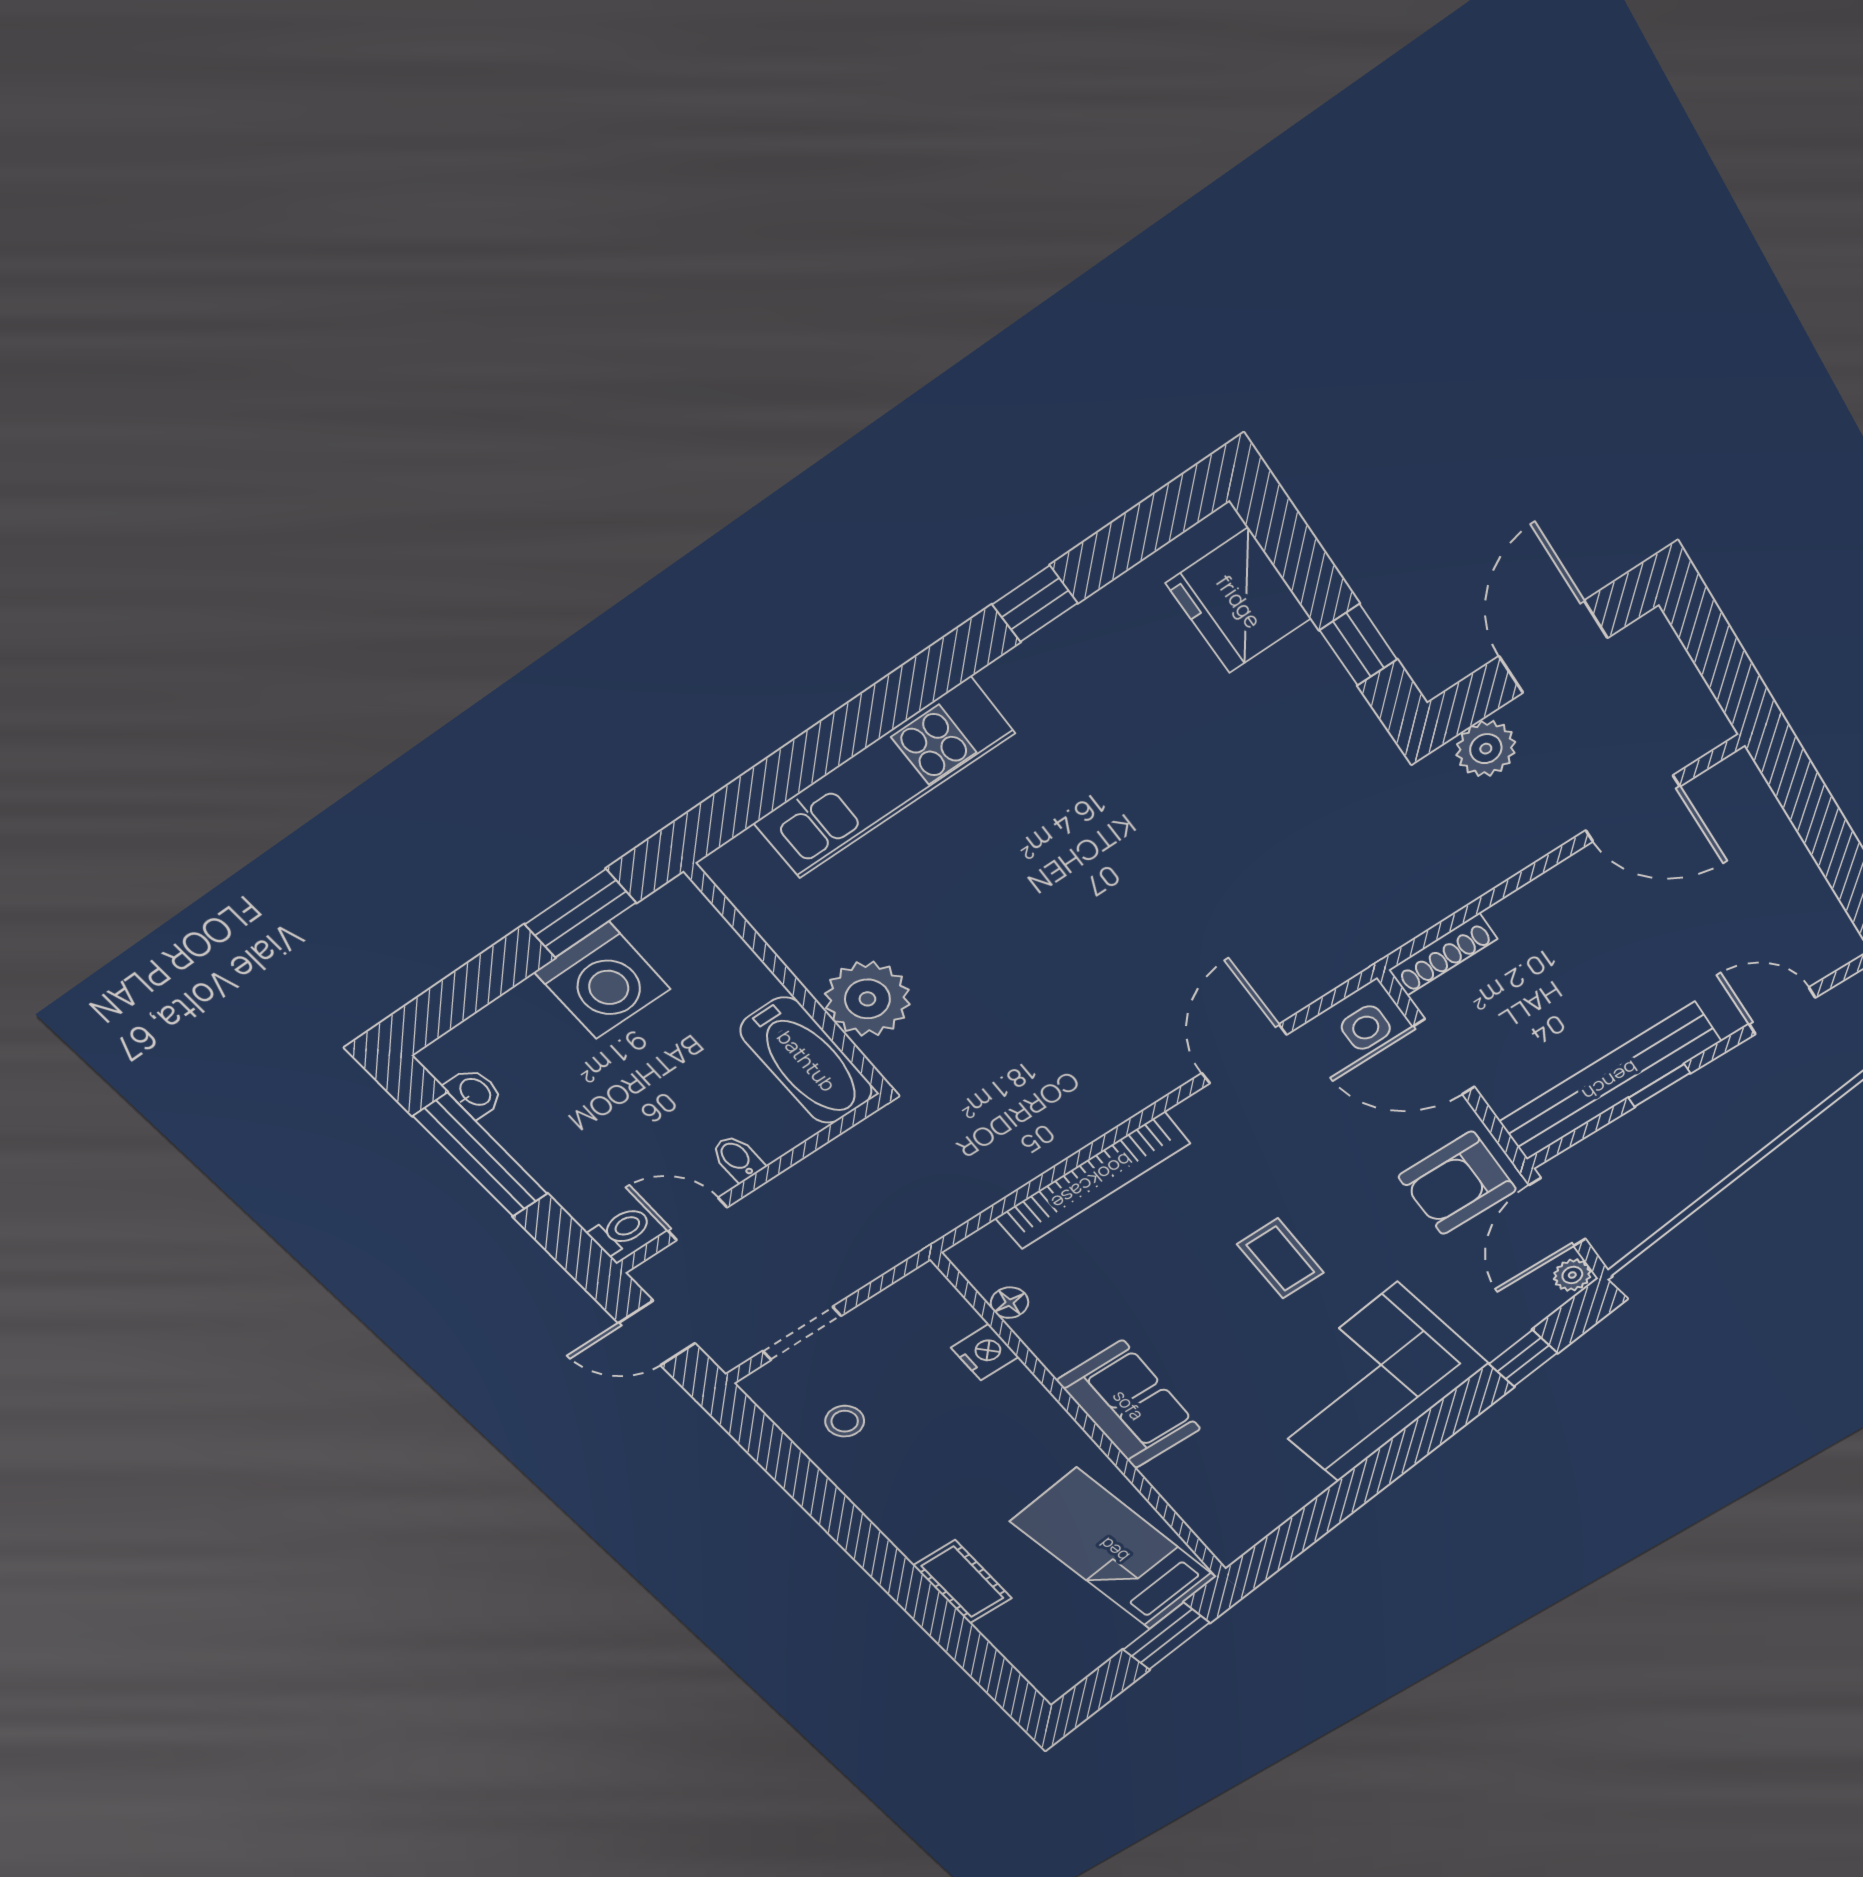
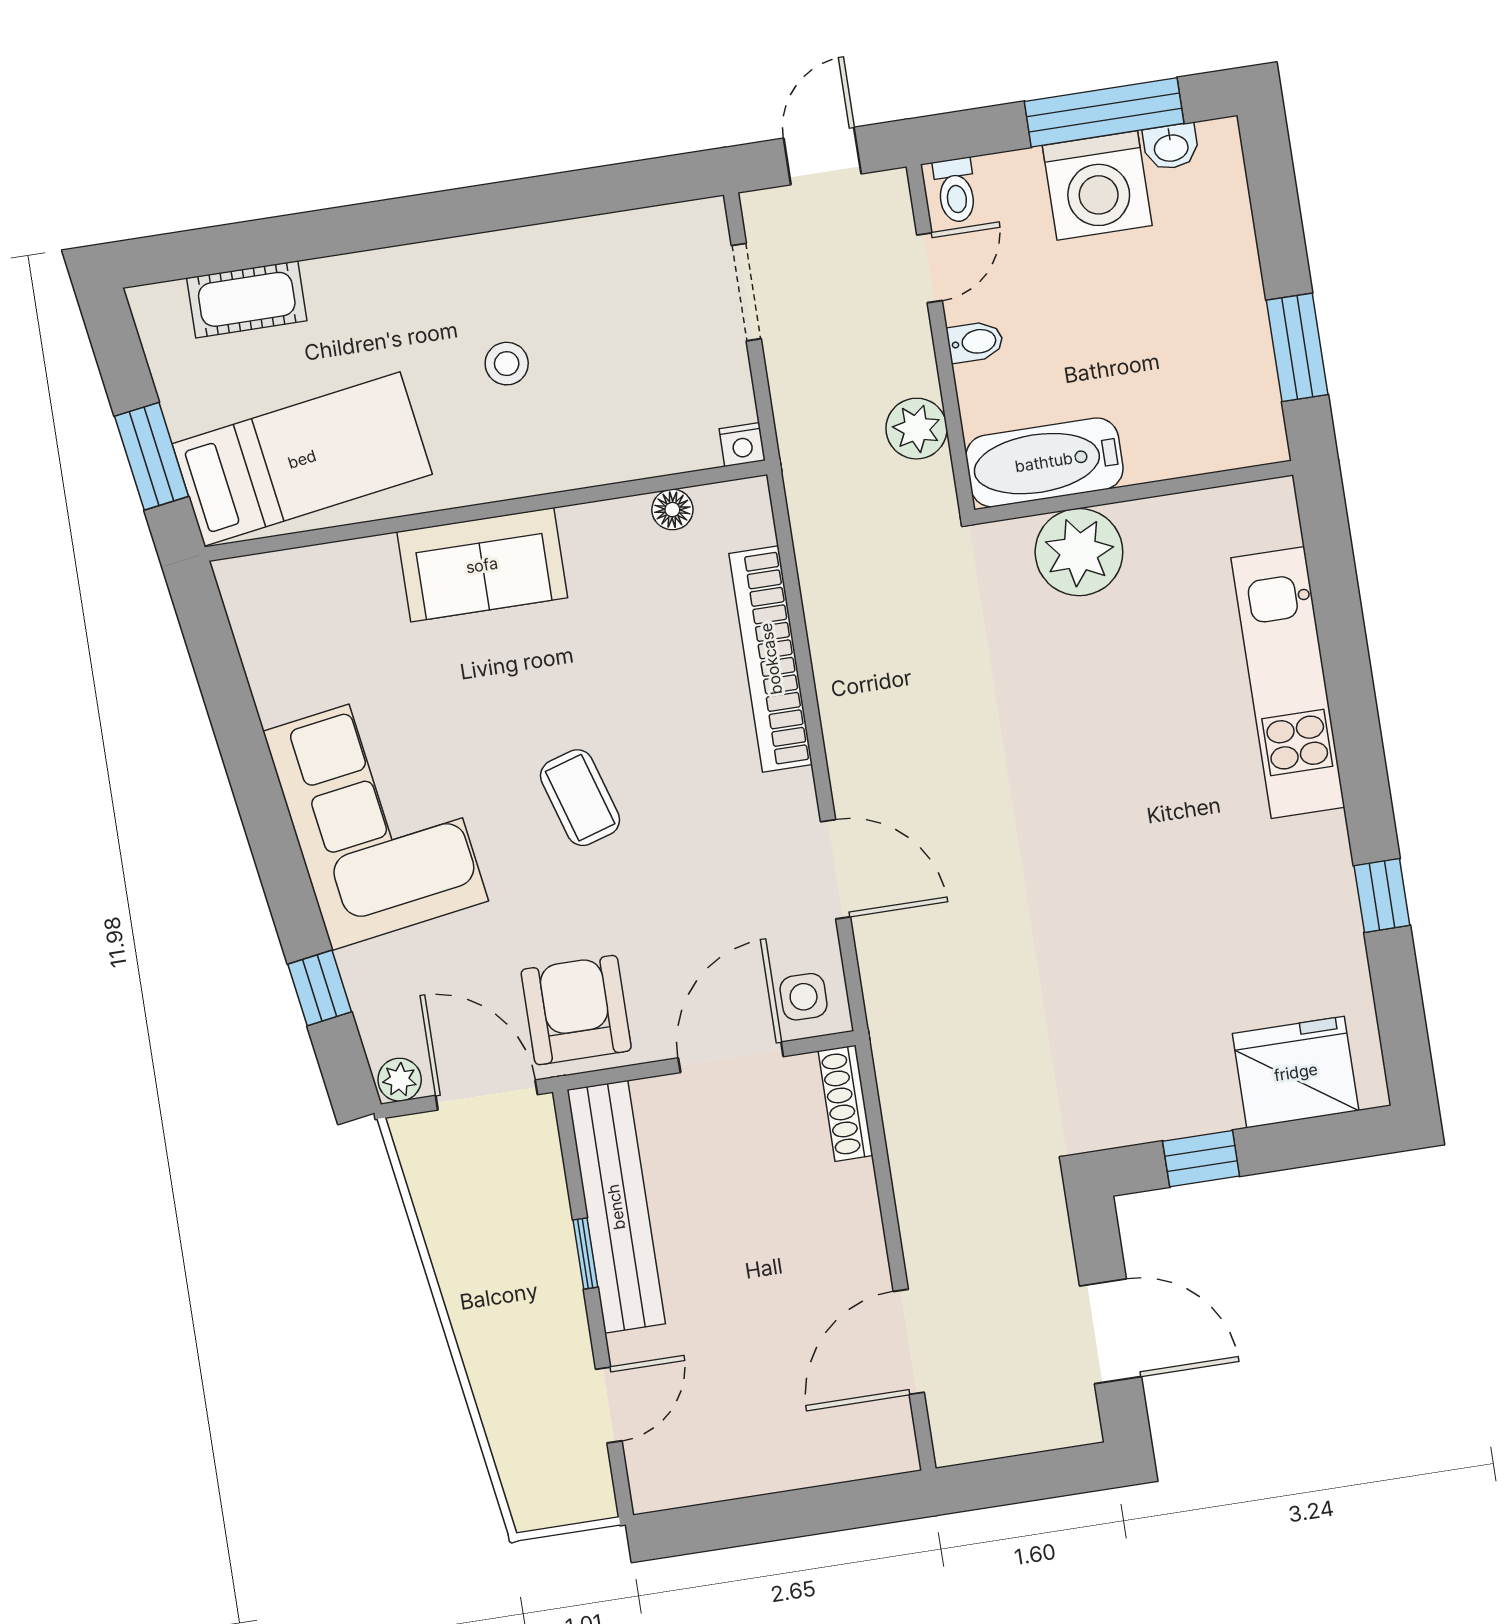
plant: (1486, 749) -> (917, 429), moved
washing machine: (603, 981) -> (1097, 185), moved, turned -90
coffee table: (1280, 1259) -> (580, 798), turned 74
nightstand: (985, 1352) -> (742, 445), moved, width x0.72, depth x0.74
stool: (845, 1421) -> (507, 364), moved
cot: (962, 1582) -> (247, 299), moved

